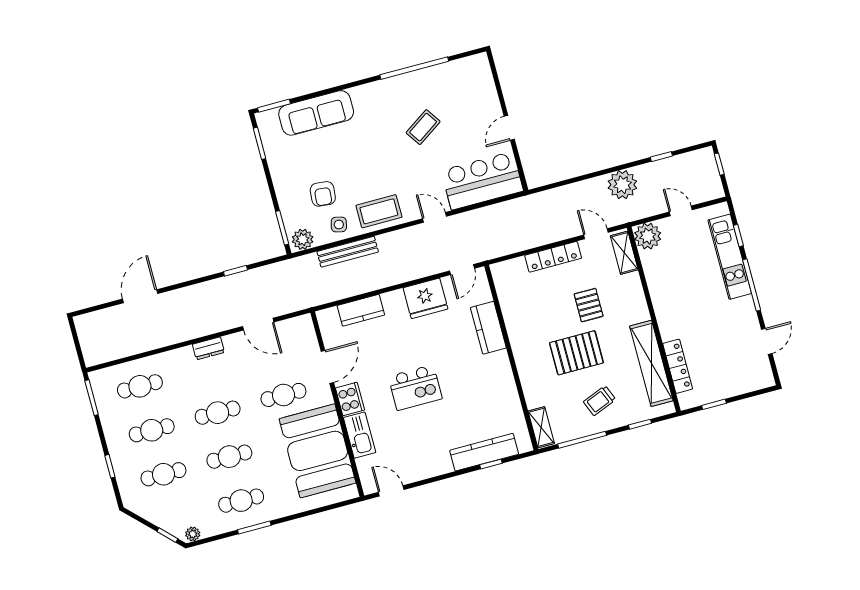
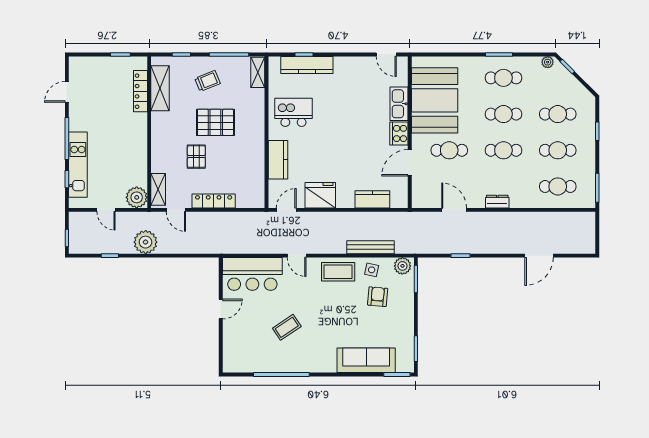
shelving: (651, 363) -> (160, 88), width x0.68
kitchen island: (415, 388) -> (293, 112), moved

